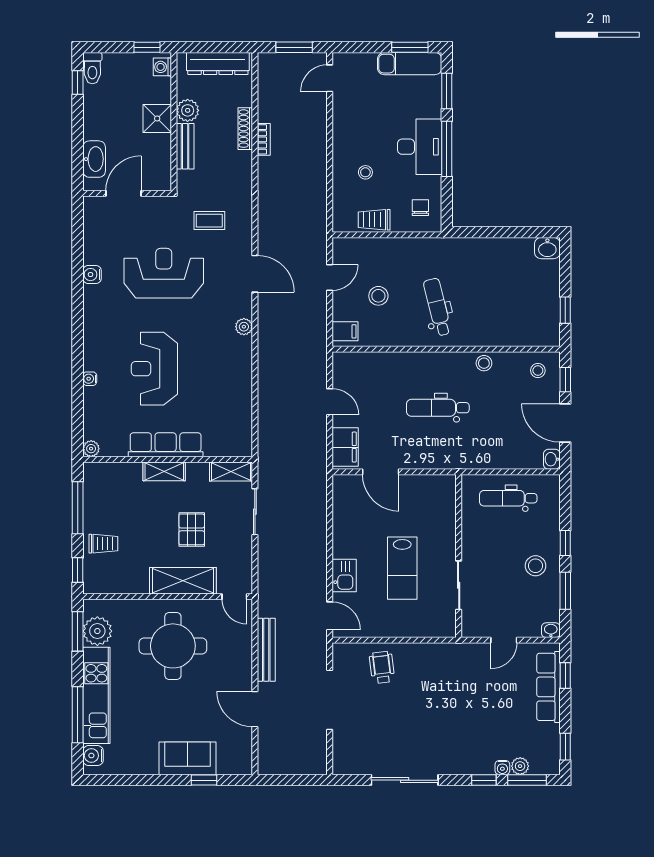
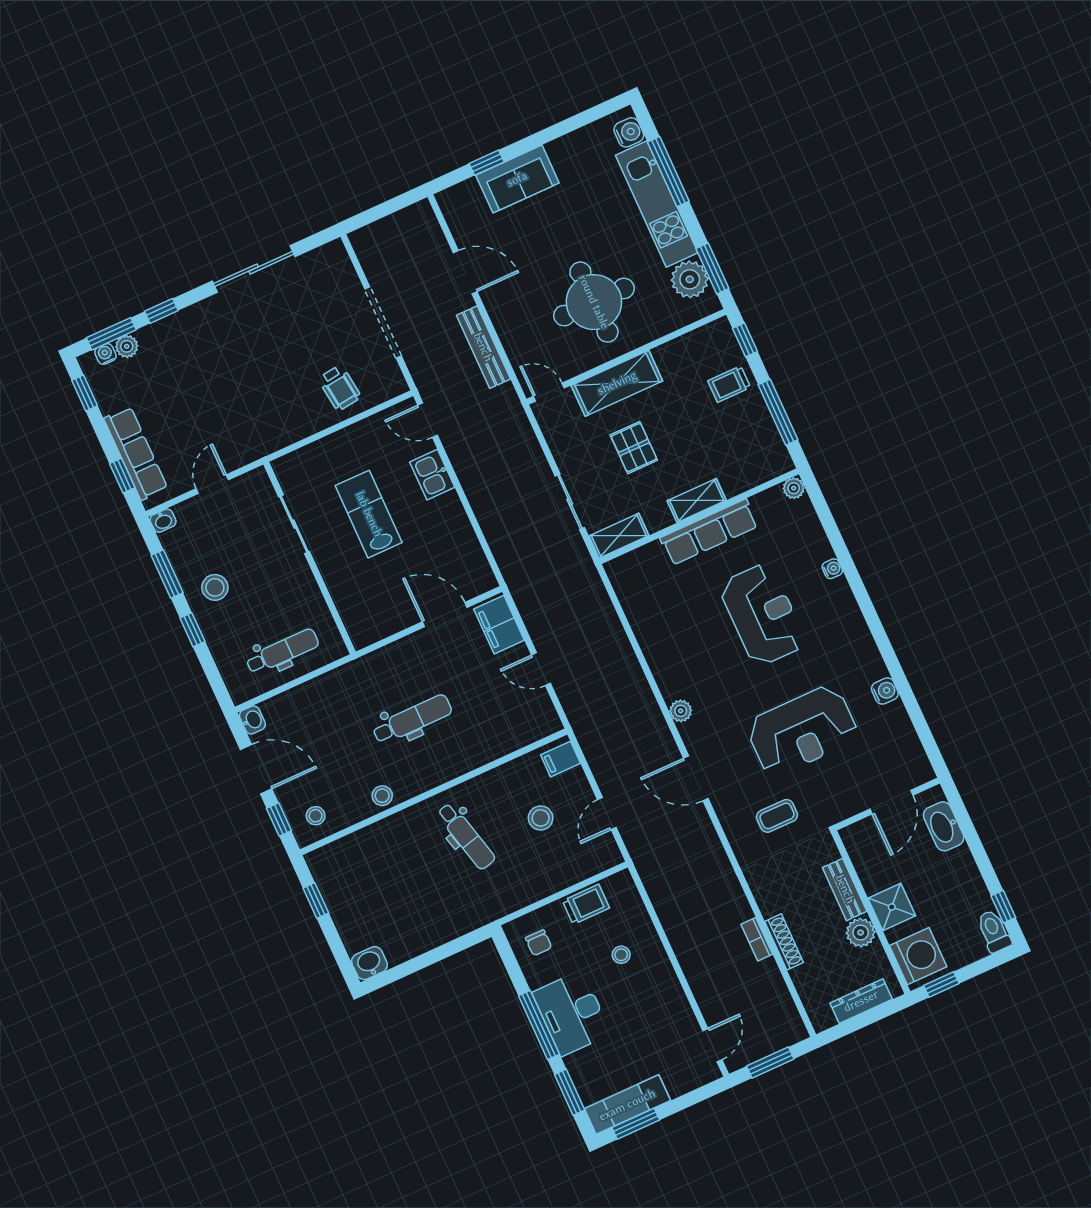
dresser: (218, 64) -> (861, 1001), width x0.73, depth x0.80
washing machine: (162, 67) -> (918, 956), width x1.89, depth x1.89
water cooler: (502, 768) -> (105, 354), moved

